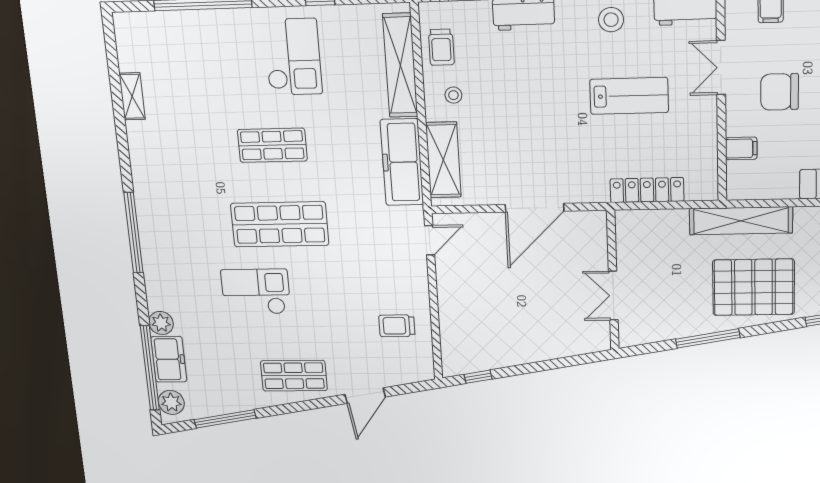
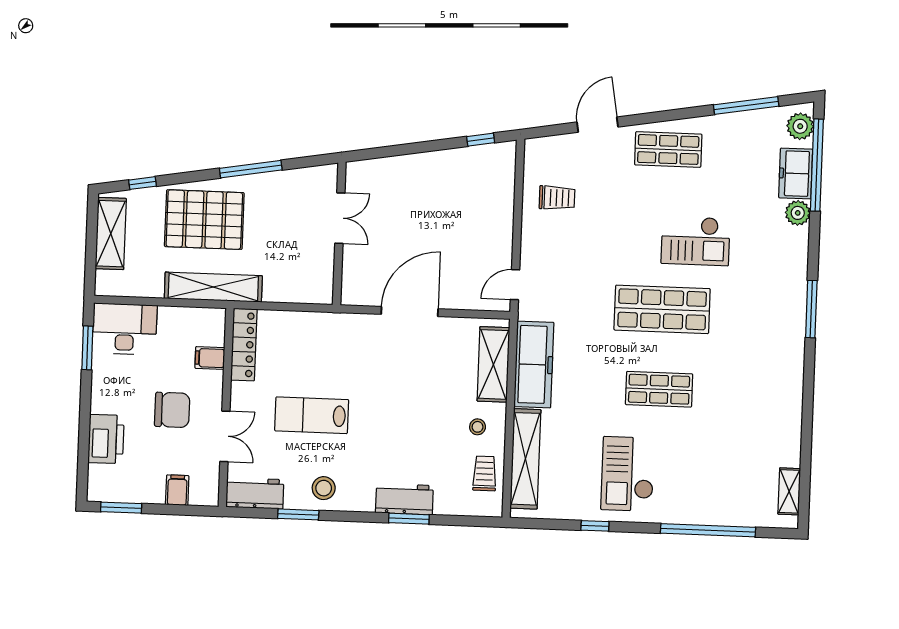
shelving: (132, 96) -> (789, 491), moved
locker: (647, 190) -> (244, 345), moved, turned -90
window: (133, 233) -> (811, 309), width x0.68

